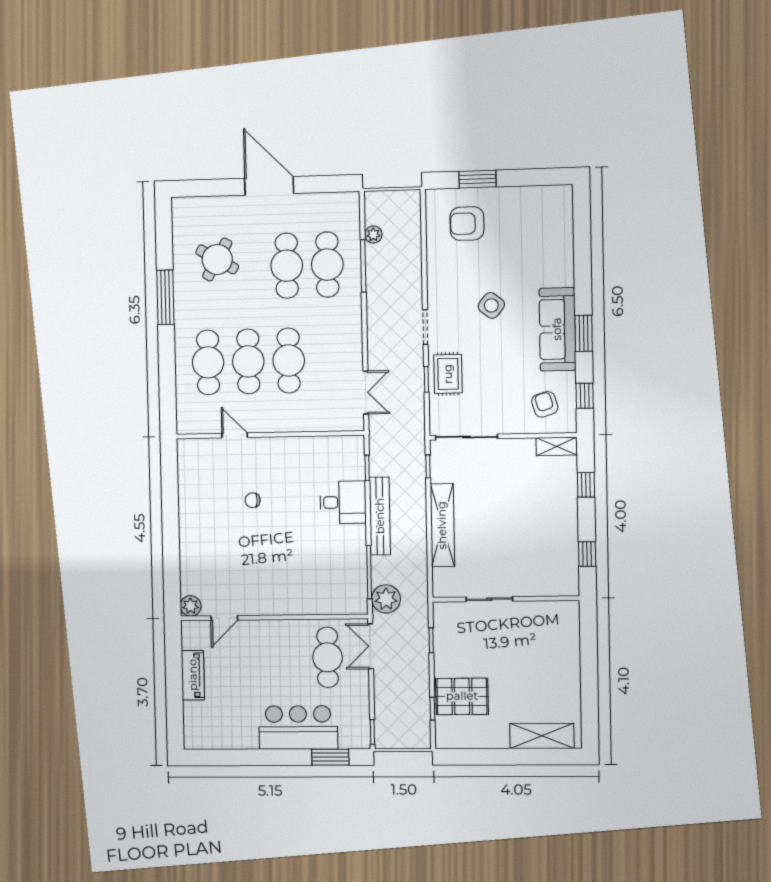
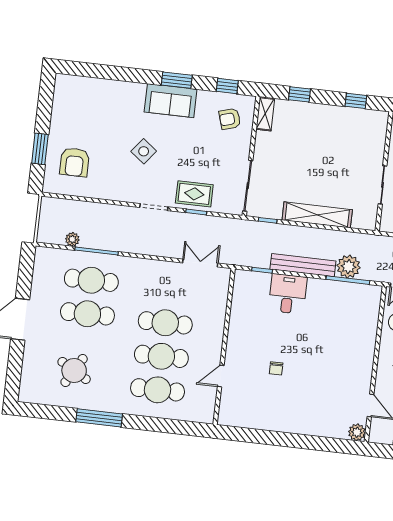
sofa: (557, 329) -> (171, 101), width x0.73
plant: (386, 599) -> (349, 267), moved

